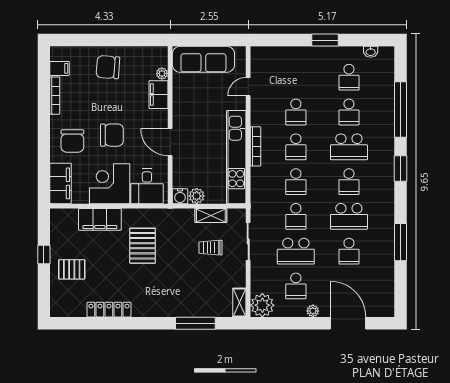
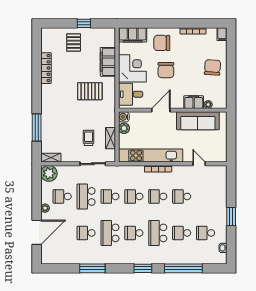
sofa: (203, 59) -> (198, 121), moved, turned -90
filing cabinet: (60, 68) -> (222, 34), moved

